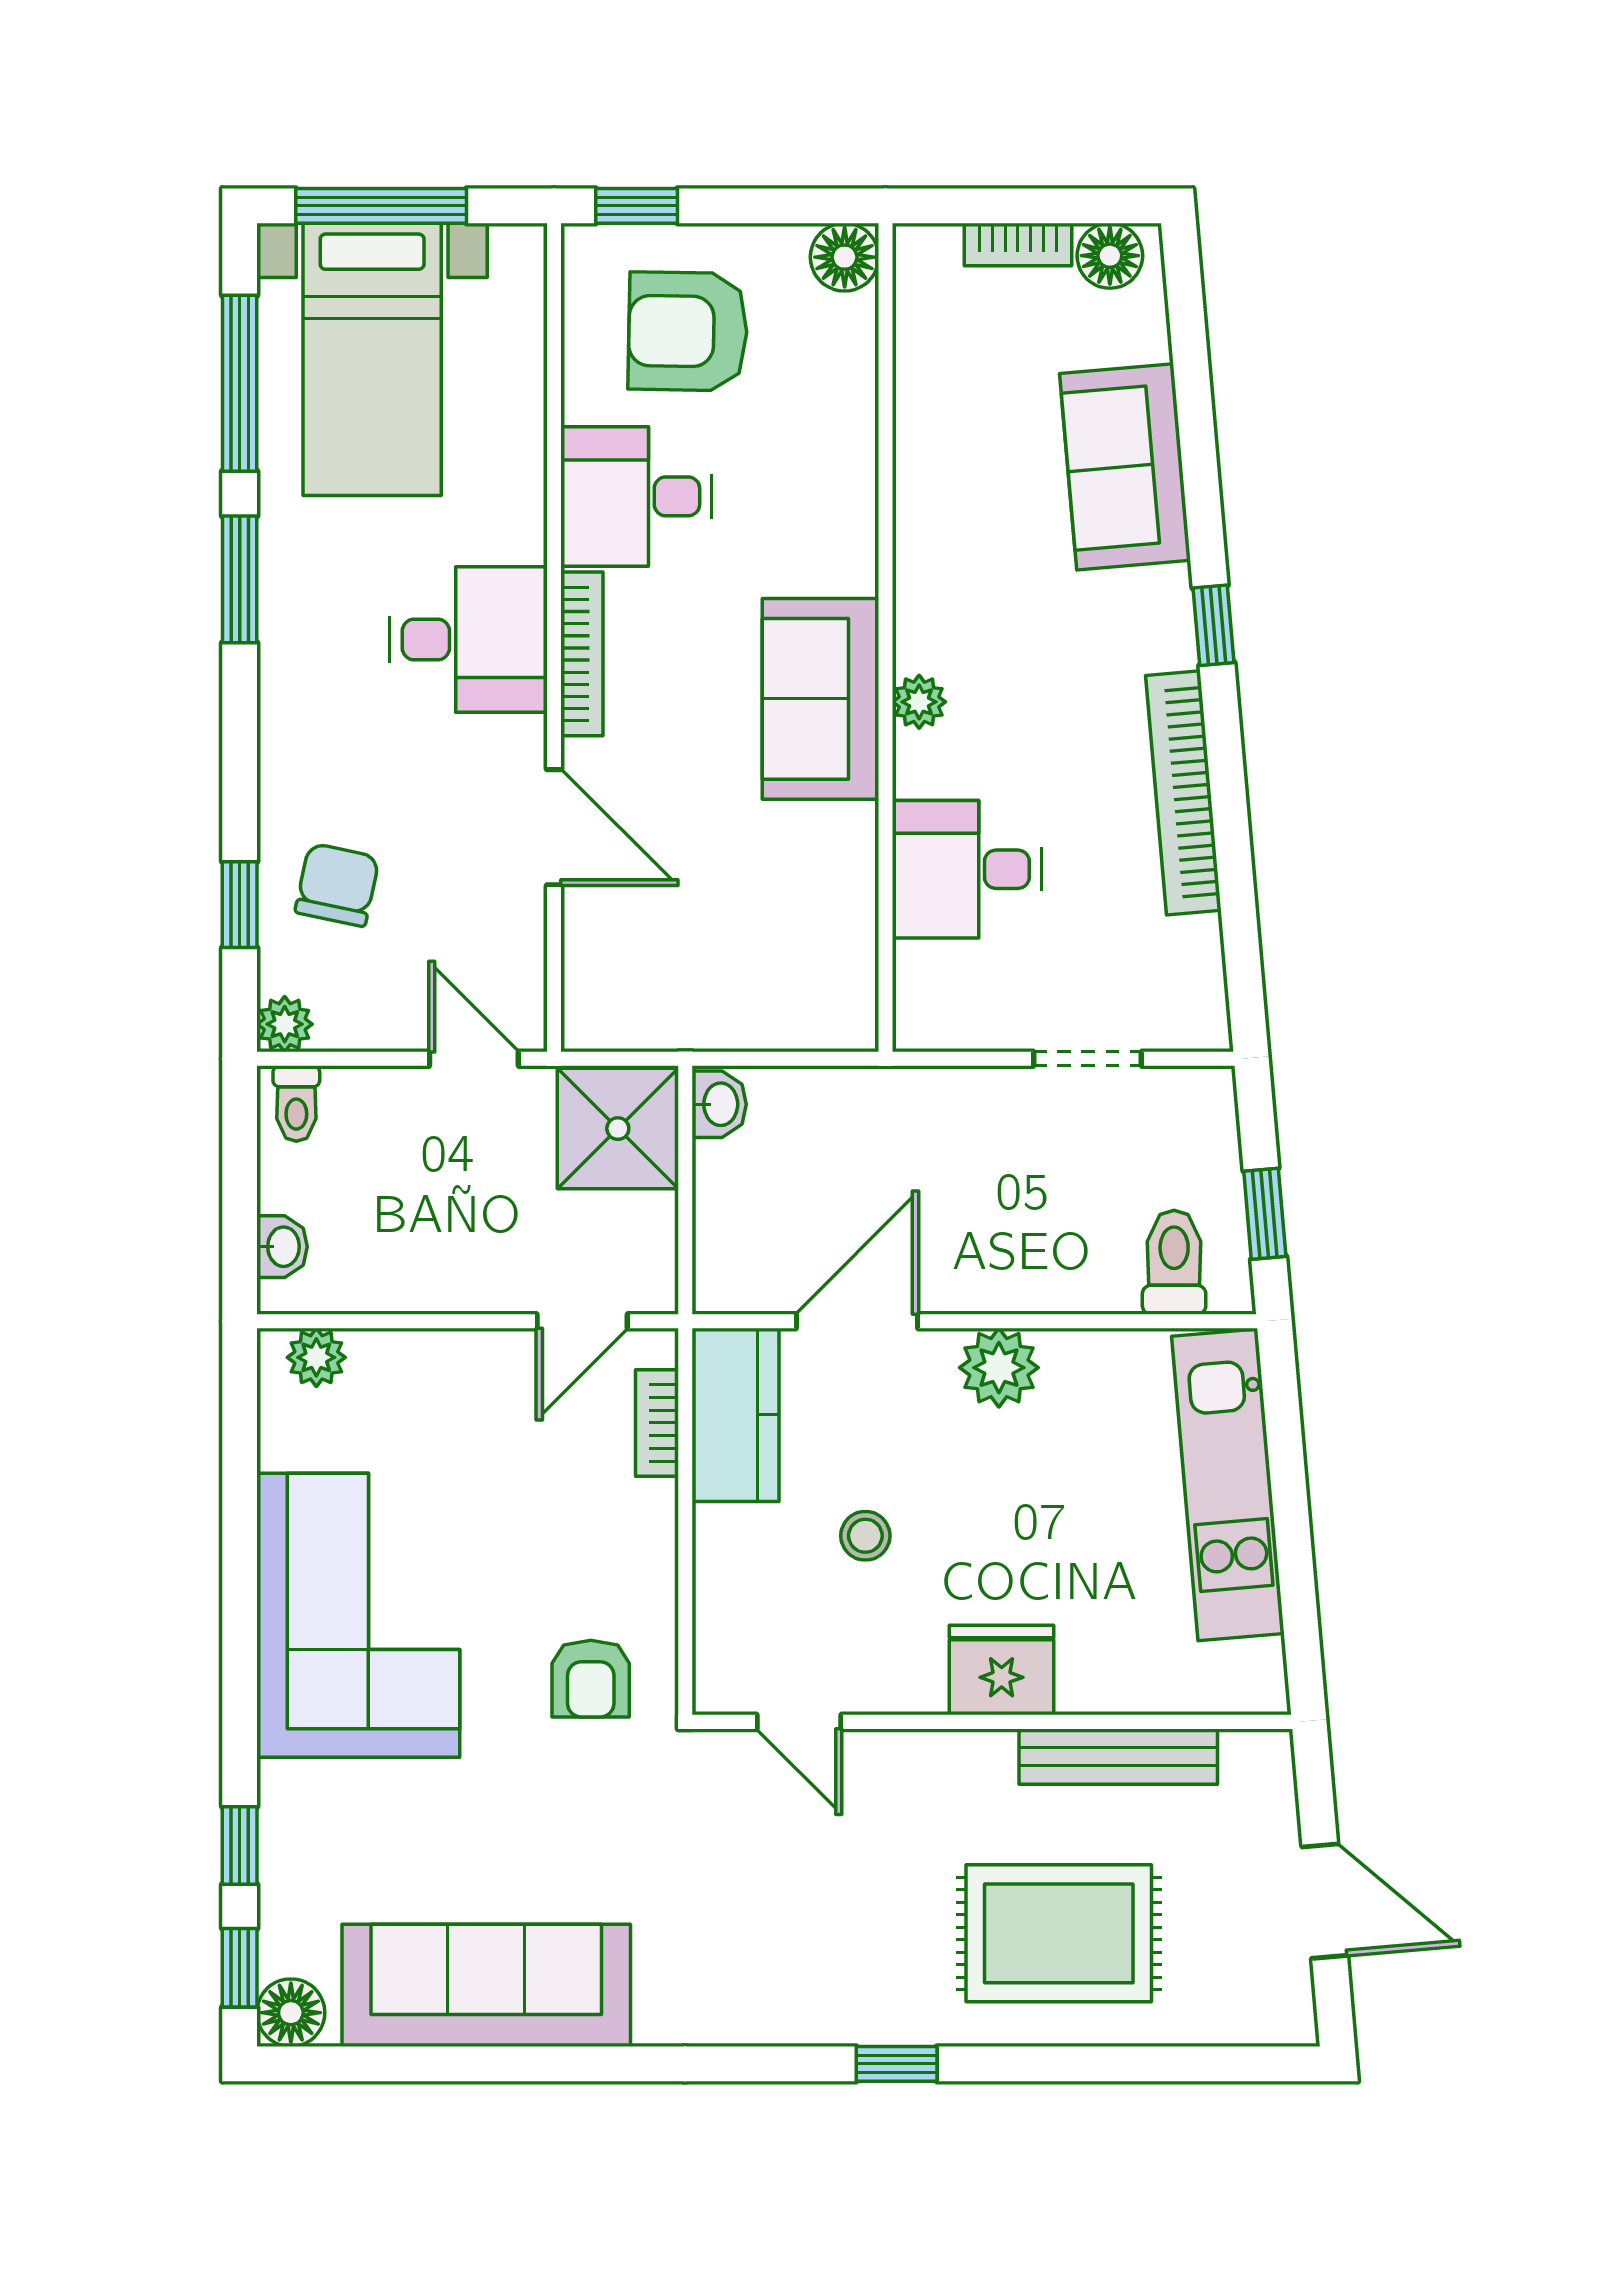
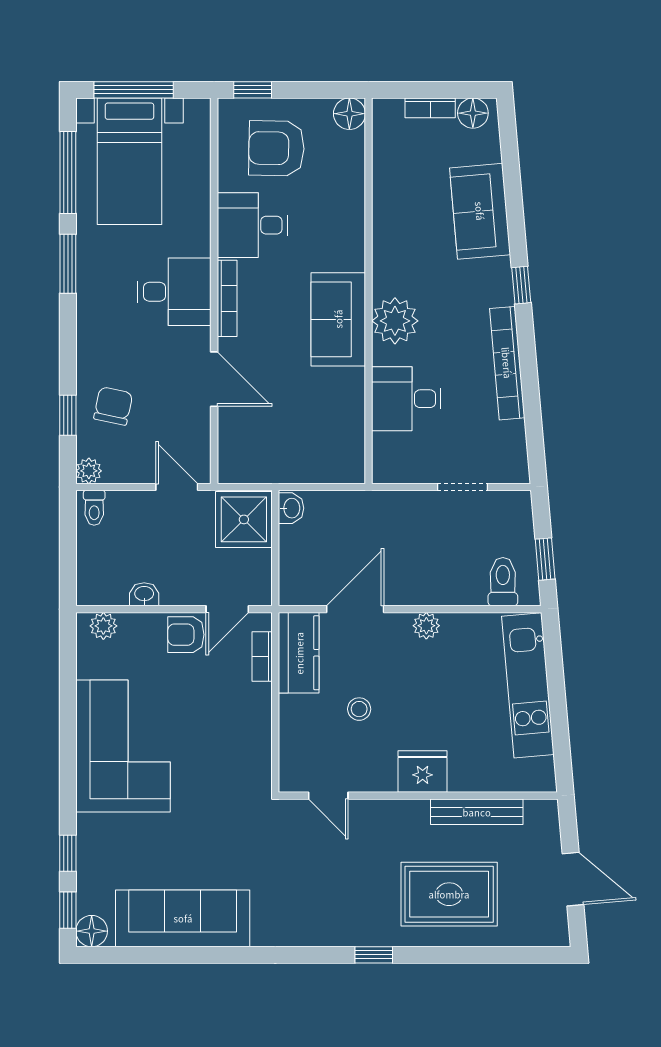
plant: (919, 702) -> (395, 321), width x1.88, depth x1.88
washbasin: (282, 1247) -> (144, 594), moved, turned -90
plant: (999, 1368) -> (426, 626), width x0.73, depth x0.73
armchair: (591, 1679) -> (186, 635), moved, turned 90

